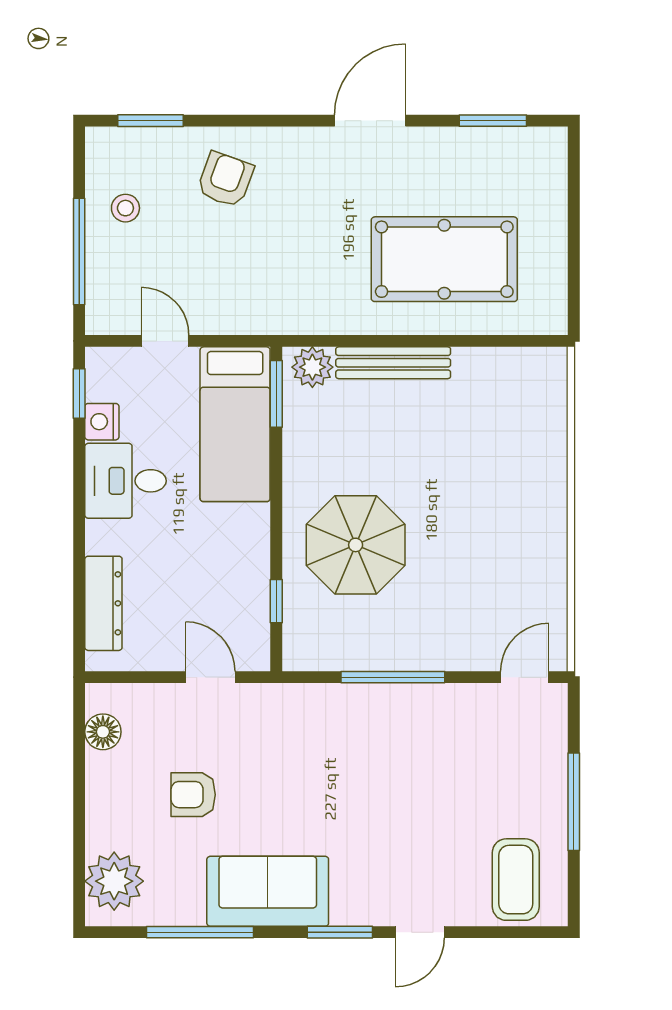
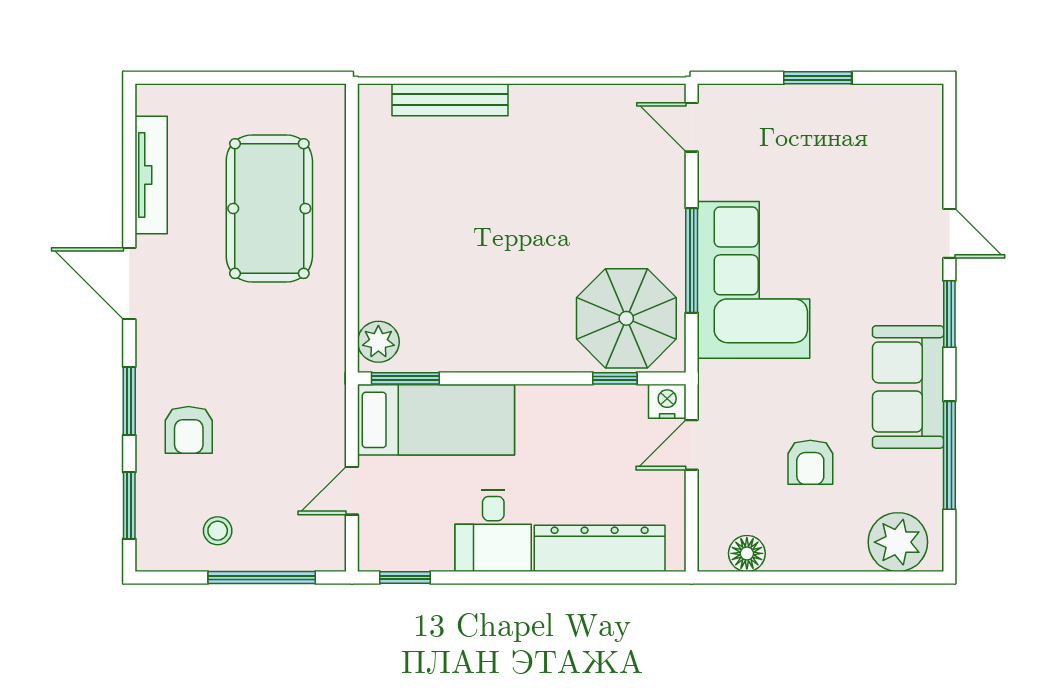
window: (493, 121) -> (129, 401), moved
tv unit: (477, 142) -> (151, 175), added
armchair: (225, 179) -> (189, 430), turned -110
bench: (393, 363) -> (450, 100), moved, turned 90
nightstand: (102, 422) -> (667, 401), moved, turned 180
parasol: (356, 545) -> (626, 318), moved
dresser: (103, 603) -> (600, 548), width x1.37, depth x1.24
corner sofa: (374, 738) -> (754, 280), added
window: (574, 802) -> (818, 78), width x0.69
coffee table: (516, 880) -> (896, 136), removed

